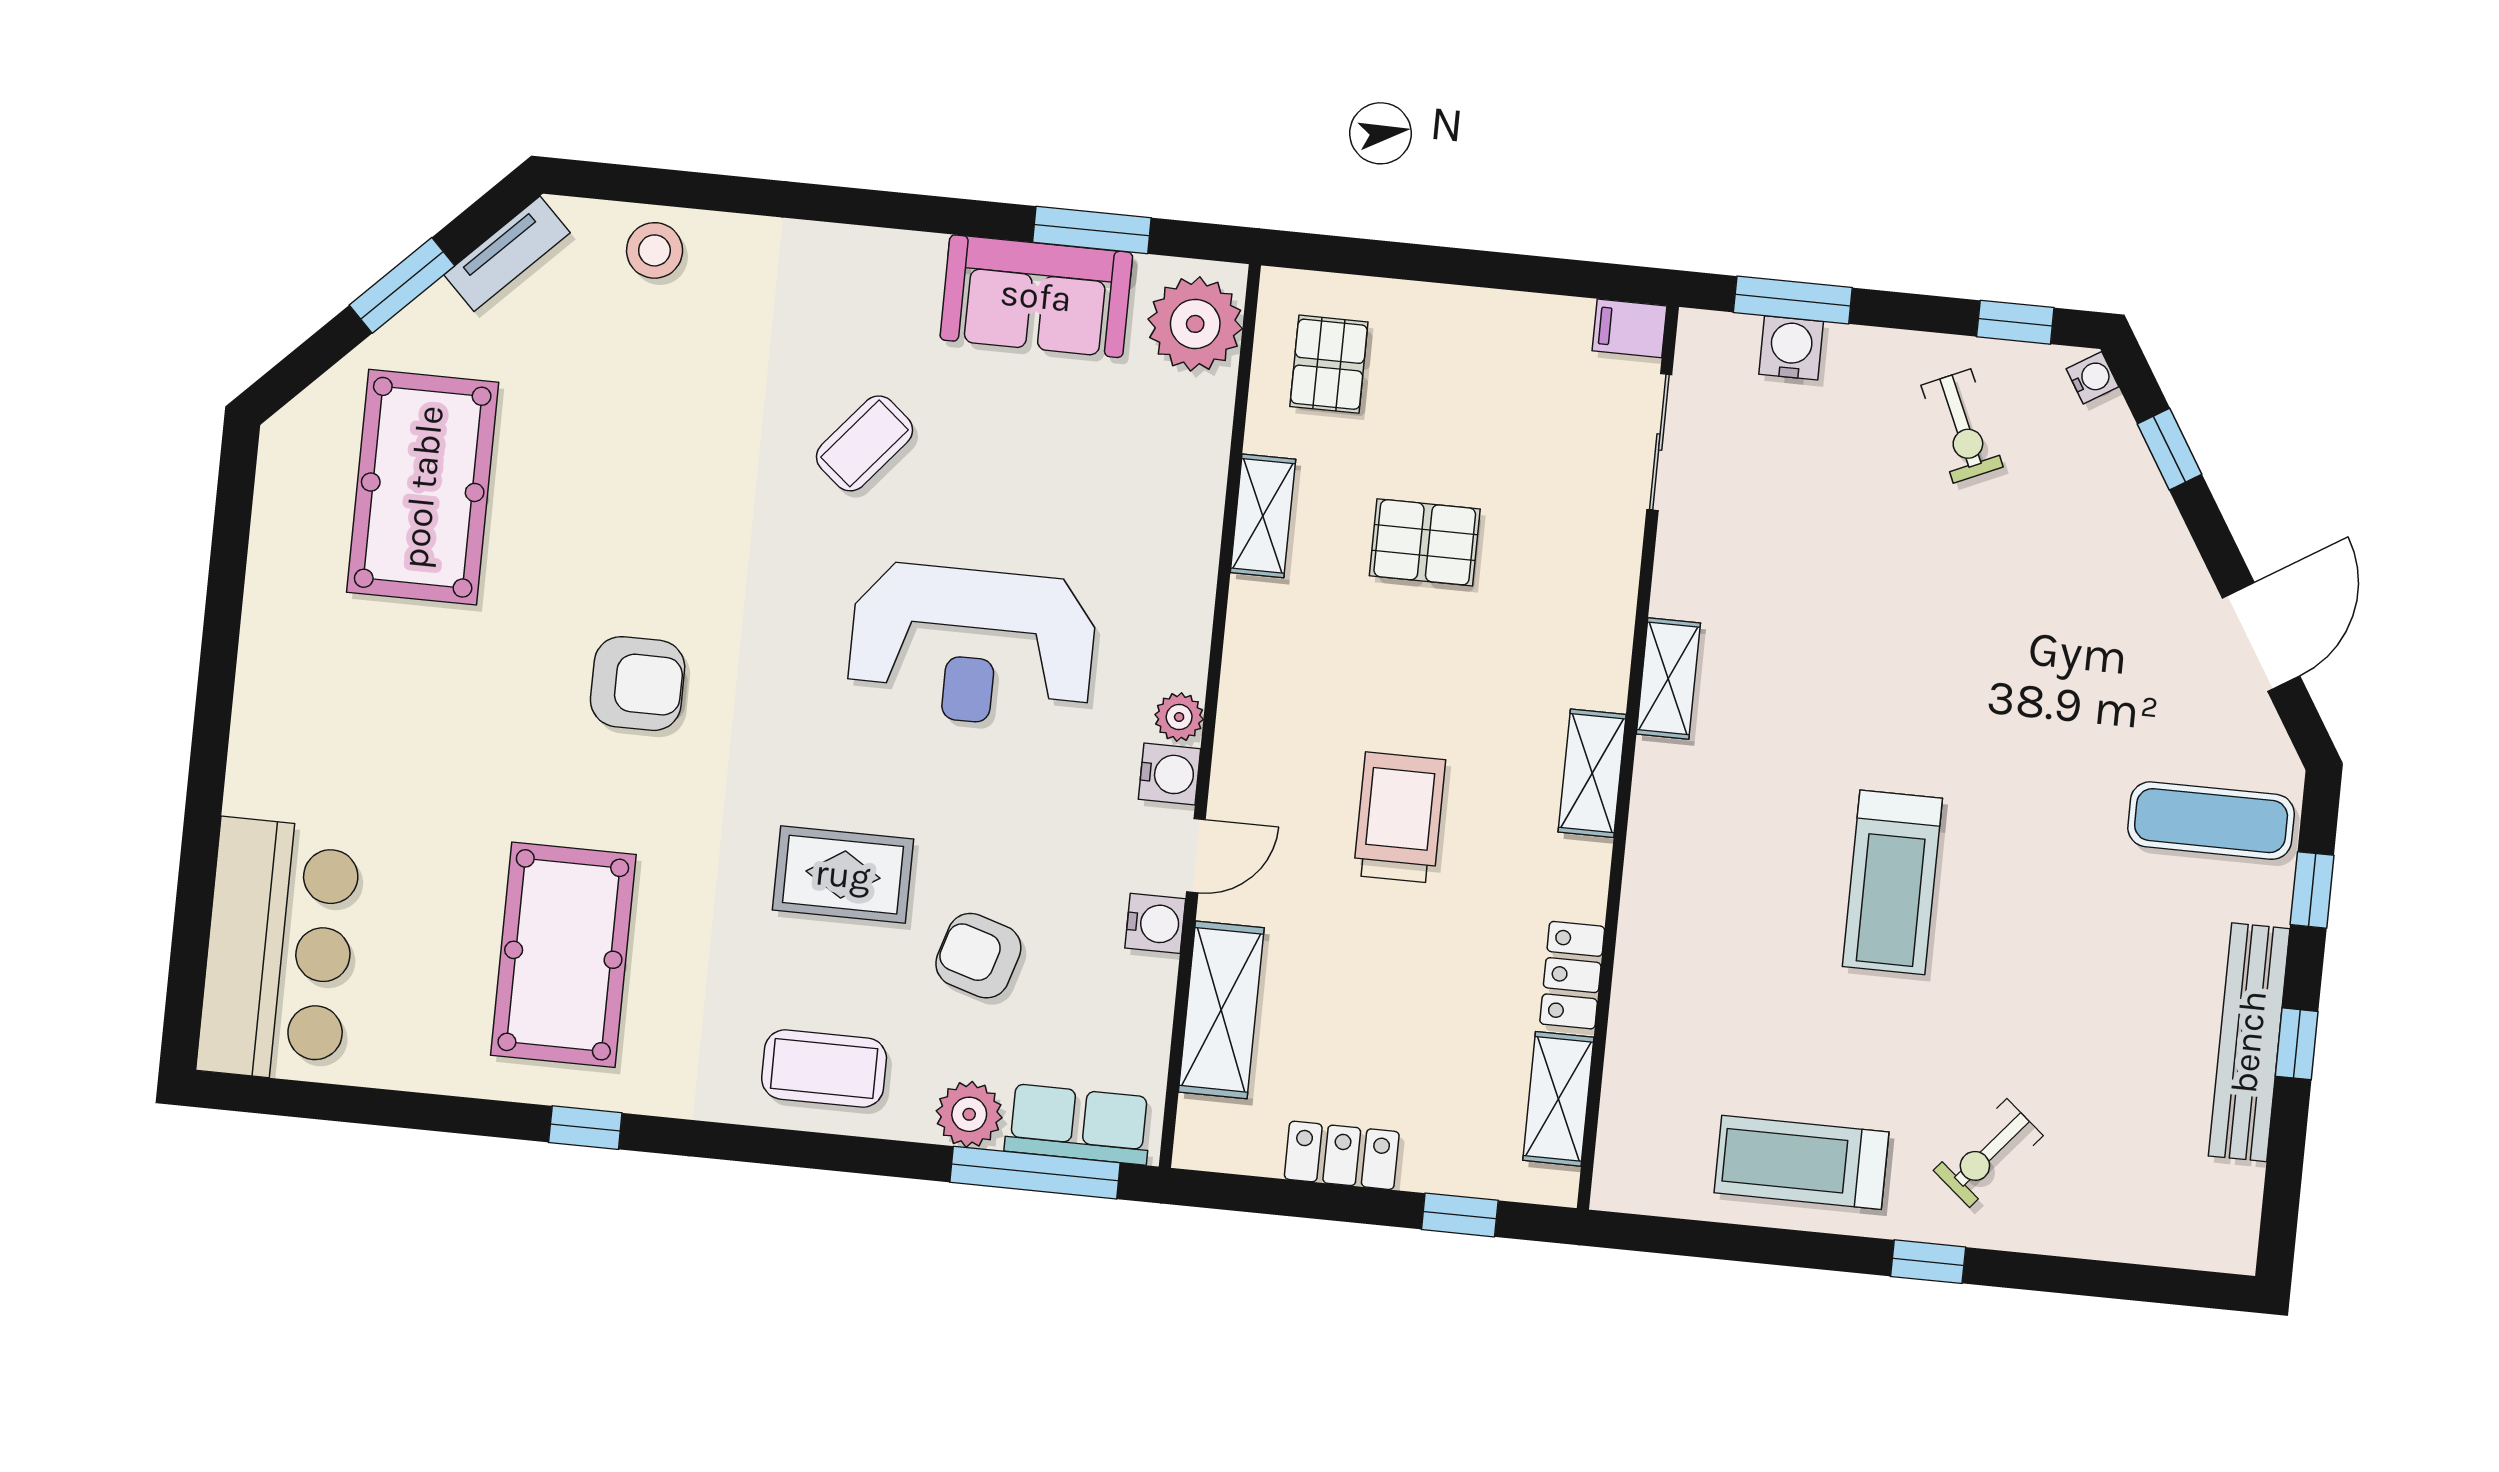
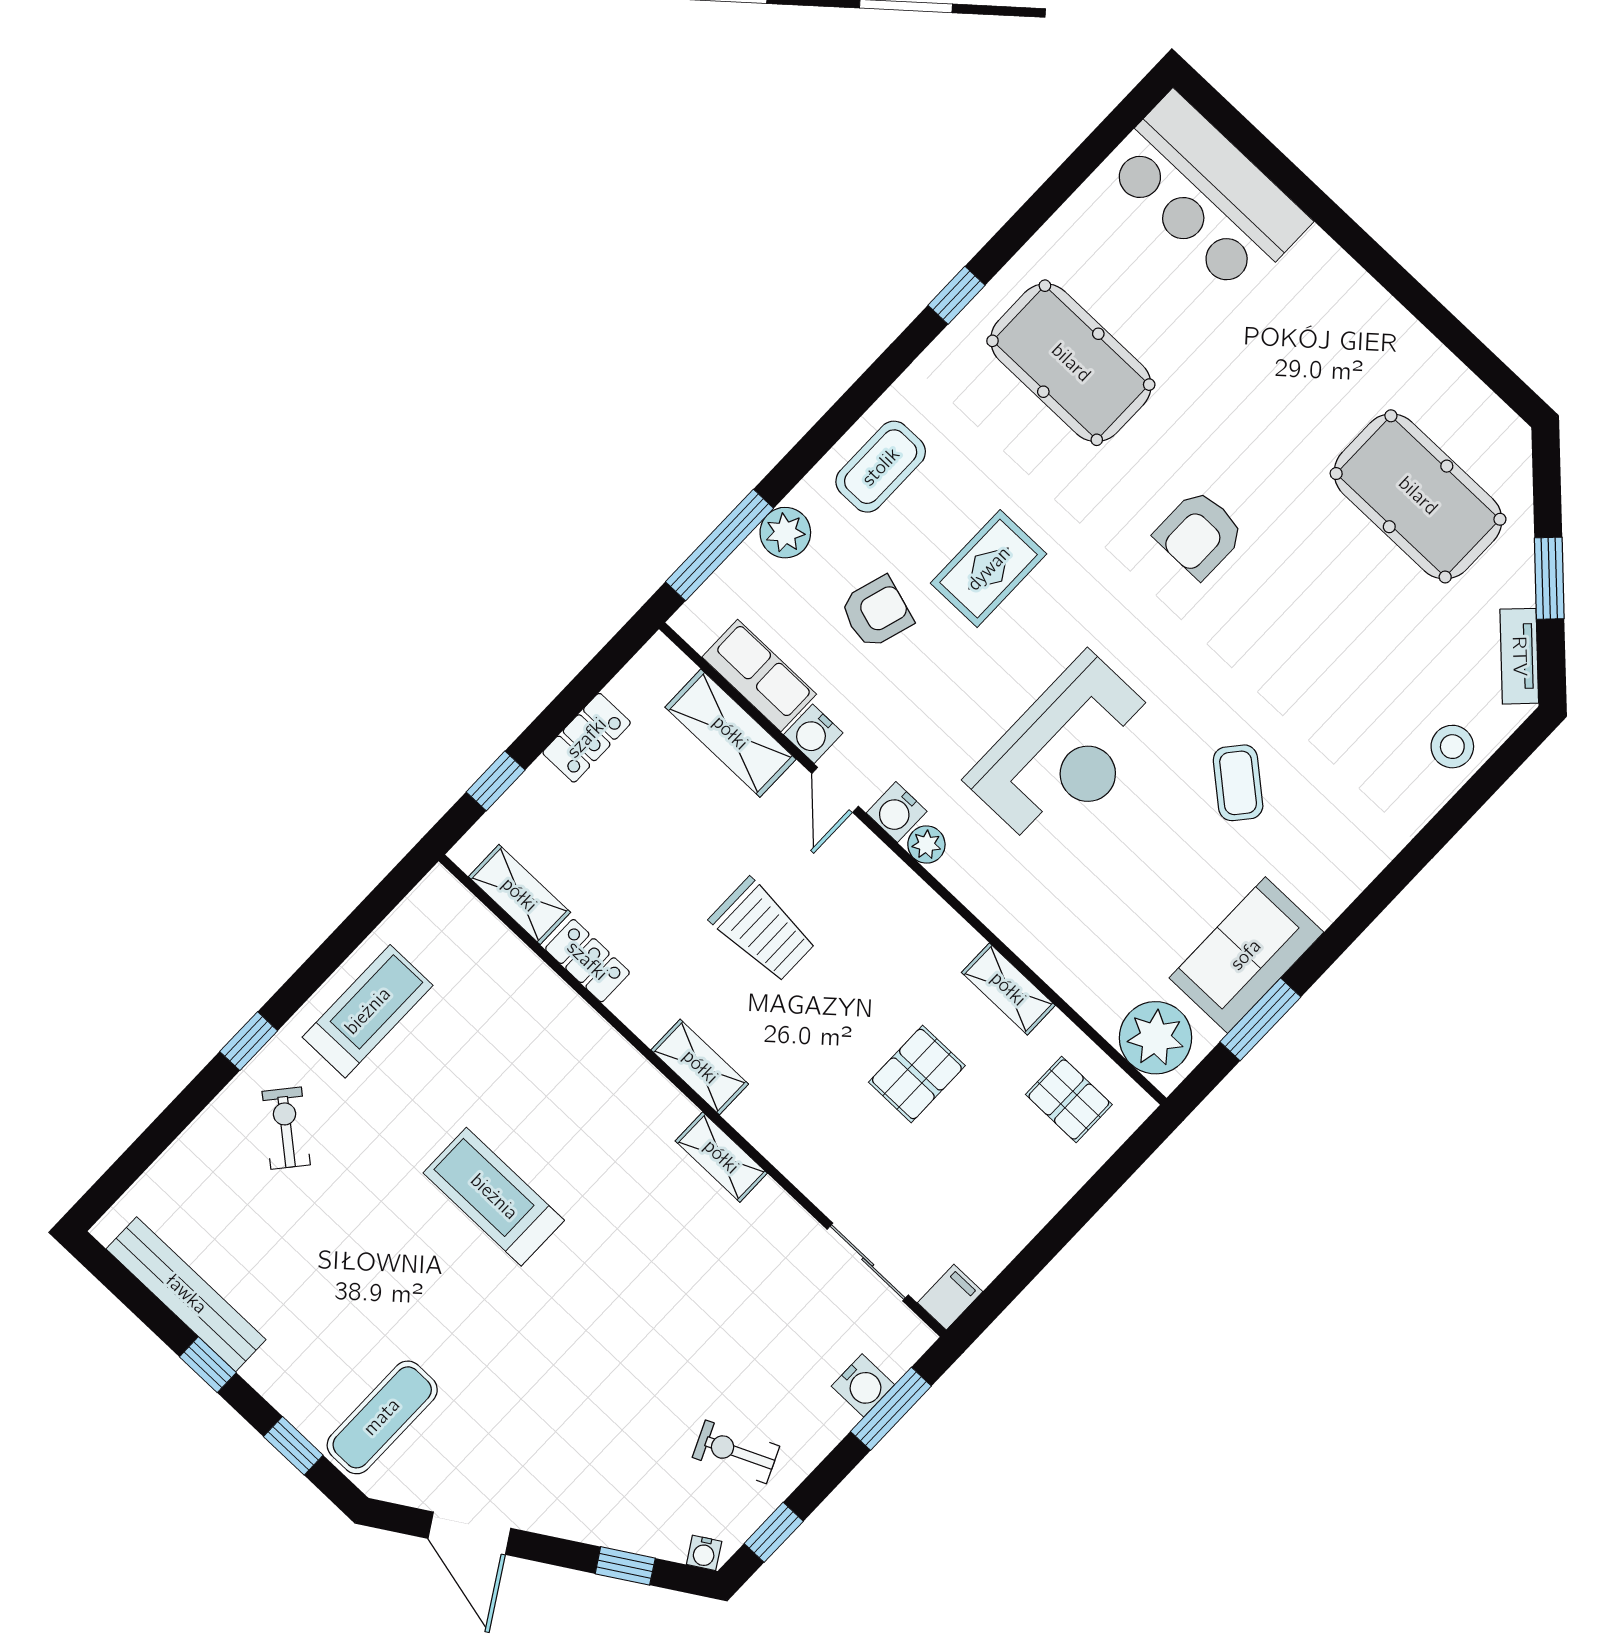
reception desk: (972, 646) -> (1066, 753), turned 180
bench: (2249, 1042) -> (186, 1294), moved
row of seats: (1078, 1124) -> (759, 676), moved, turned -90

